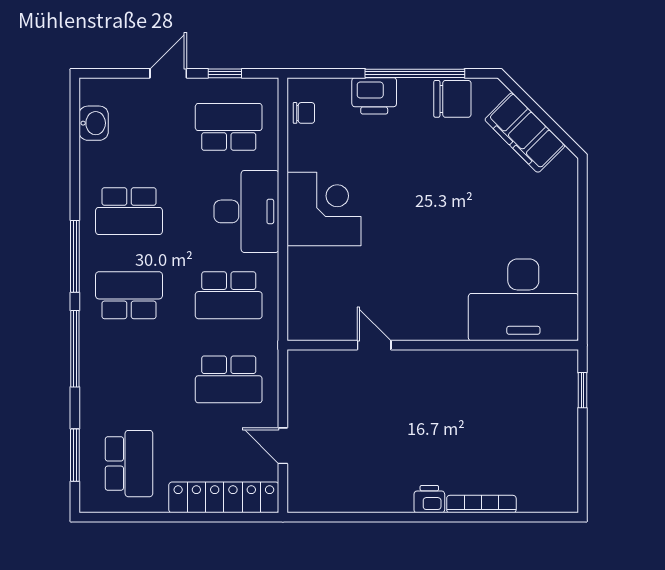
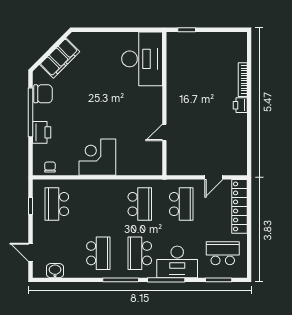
door: (168, 73) -> (30, 252), moved
chair: (452, 99) -> (43, 94), turned 90
desk: (246, 211) -> (177, 262), moved, turned 180

